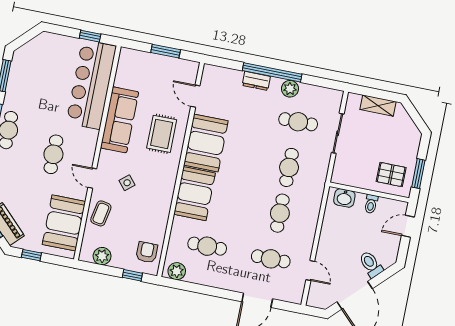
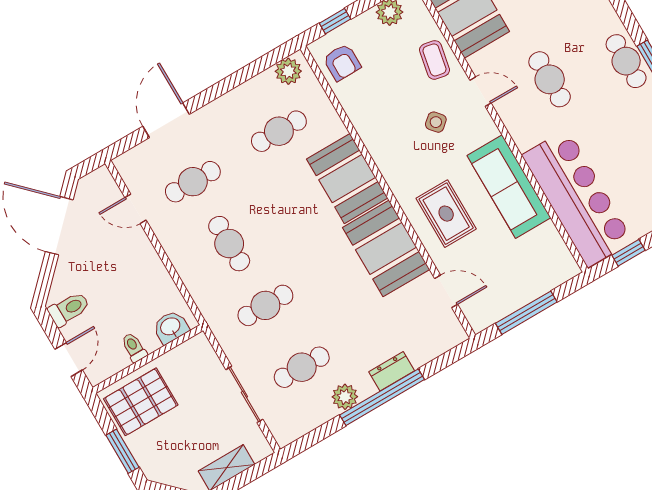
window: (166, 51) -> (526, 313), width x1.44
cafe table: (289, 167) -> (265, 305), turned 90
window: (418, 174) -> (122, 451), moved
pallet: (391, 175) -> (141, 402), width x1.50, depth x1.42
toilet: (371, 264) -> (69, 309), moved, turned -45

